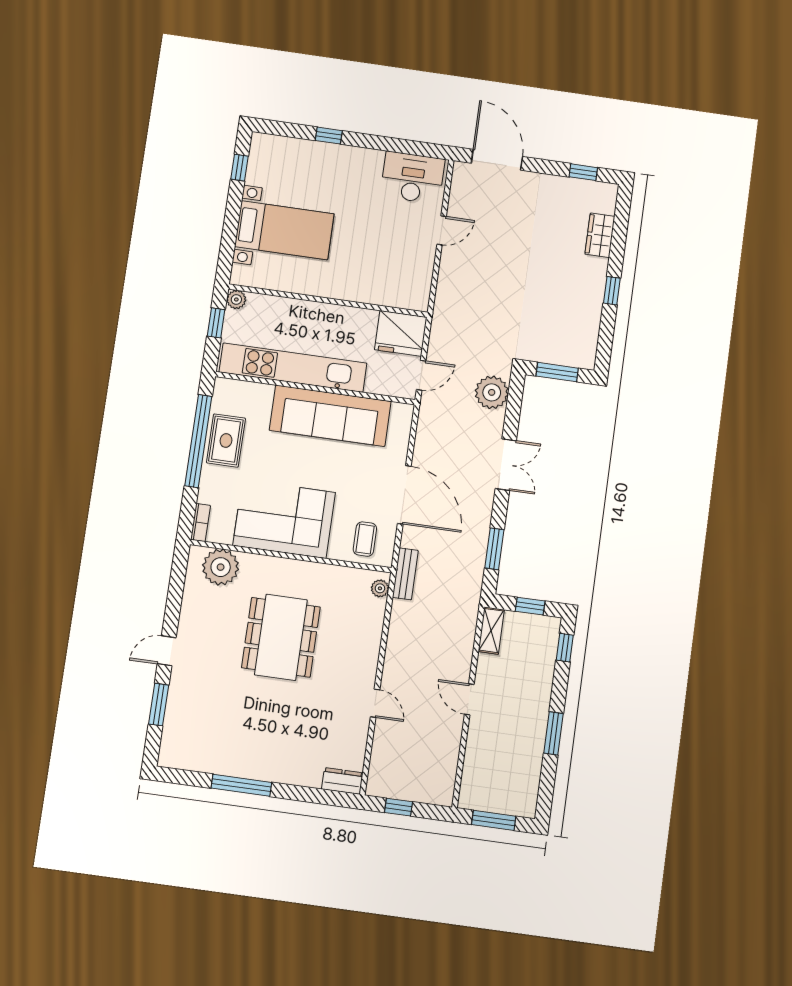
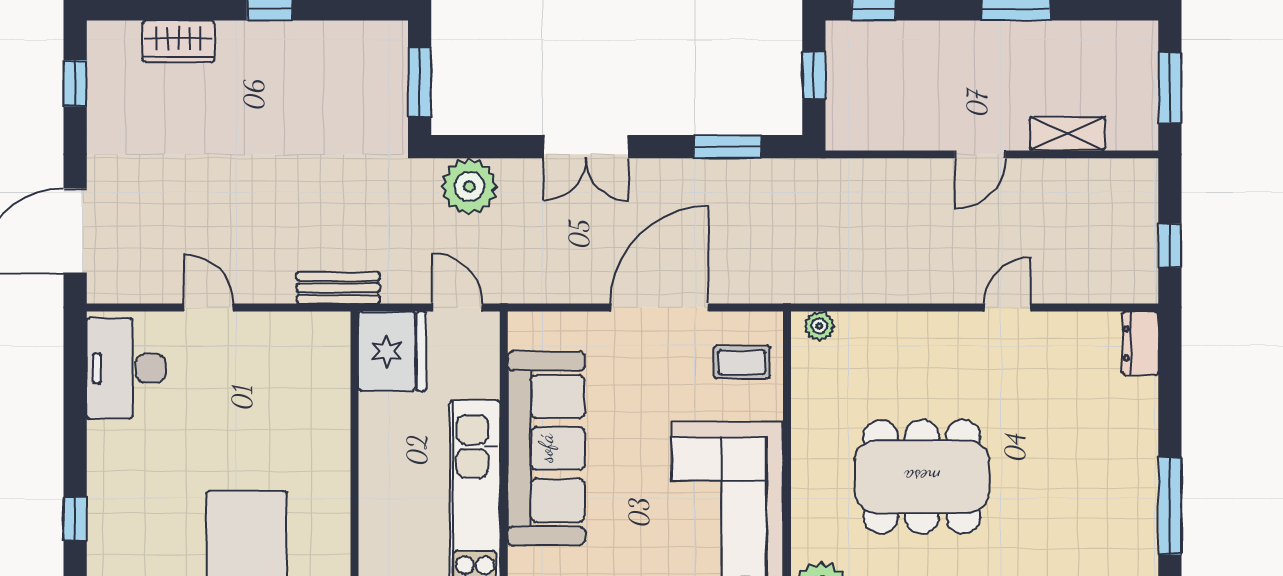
double door: (506, 465) -> (586, 147), swing flipped
bench: (405, 574) -> (338, 288), moved
shelving: (491, 631) -> (1067, 134), moved

